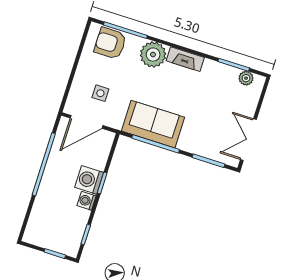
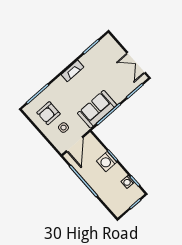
armchair: (110, 43) -> (49, 113), moved
plant: (153, 55) -> (60, 87), removed
plant: (246, 78) -> (102, 44), removed
washing machine: (86, 201) -> (128, 182), moved

